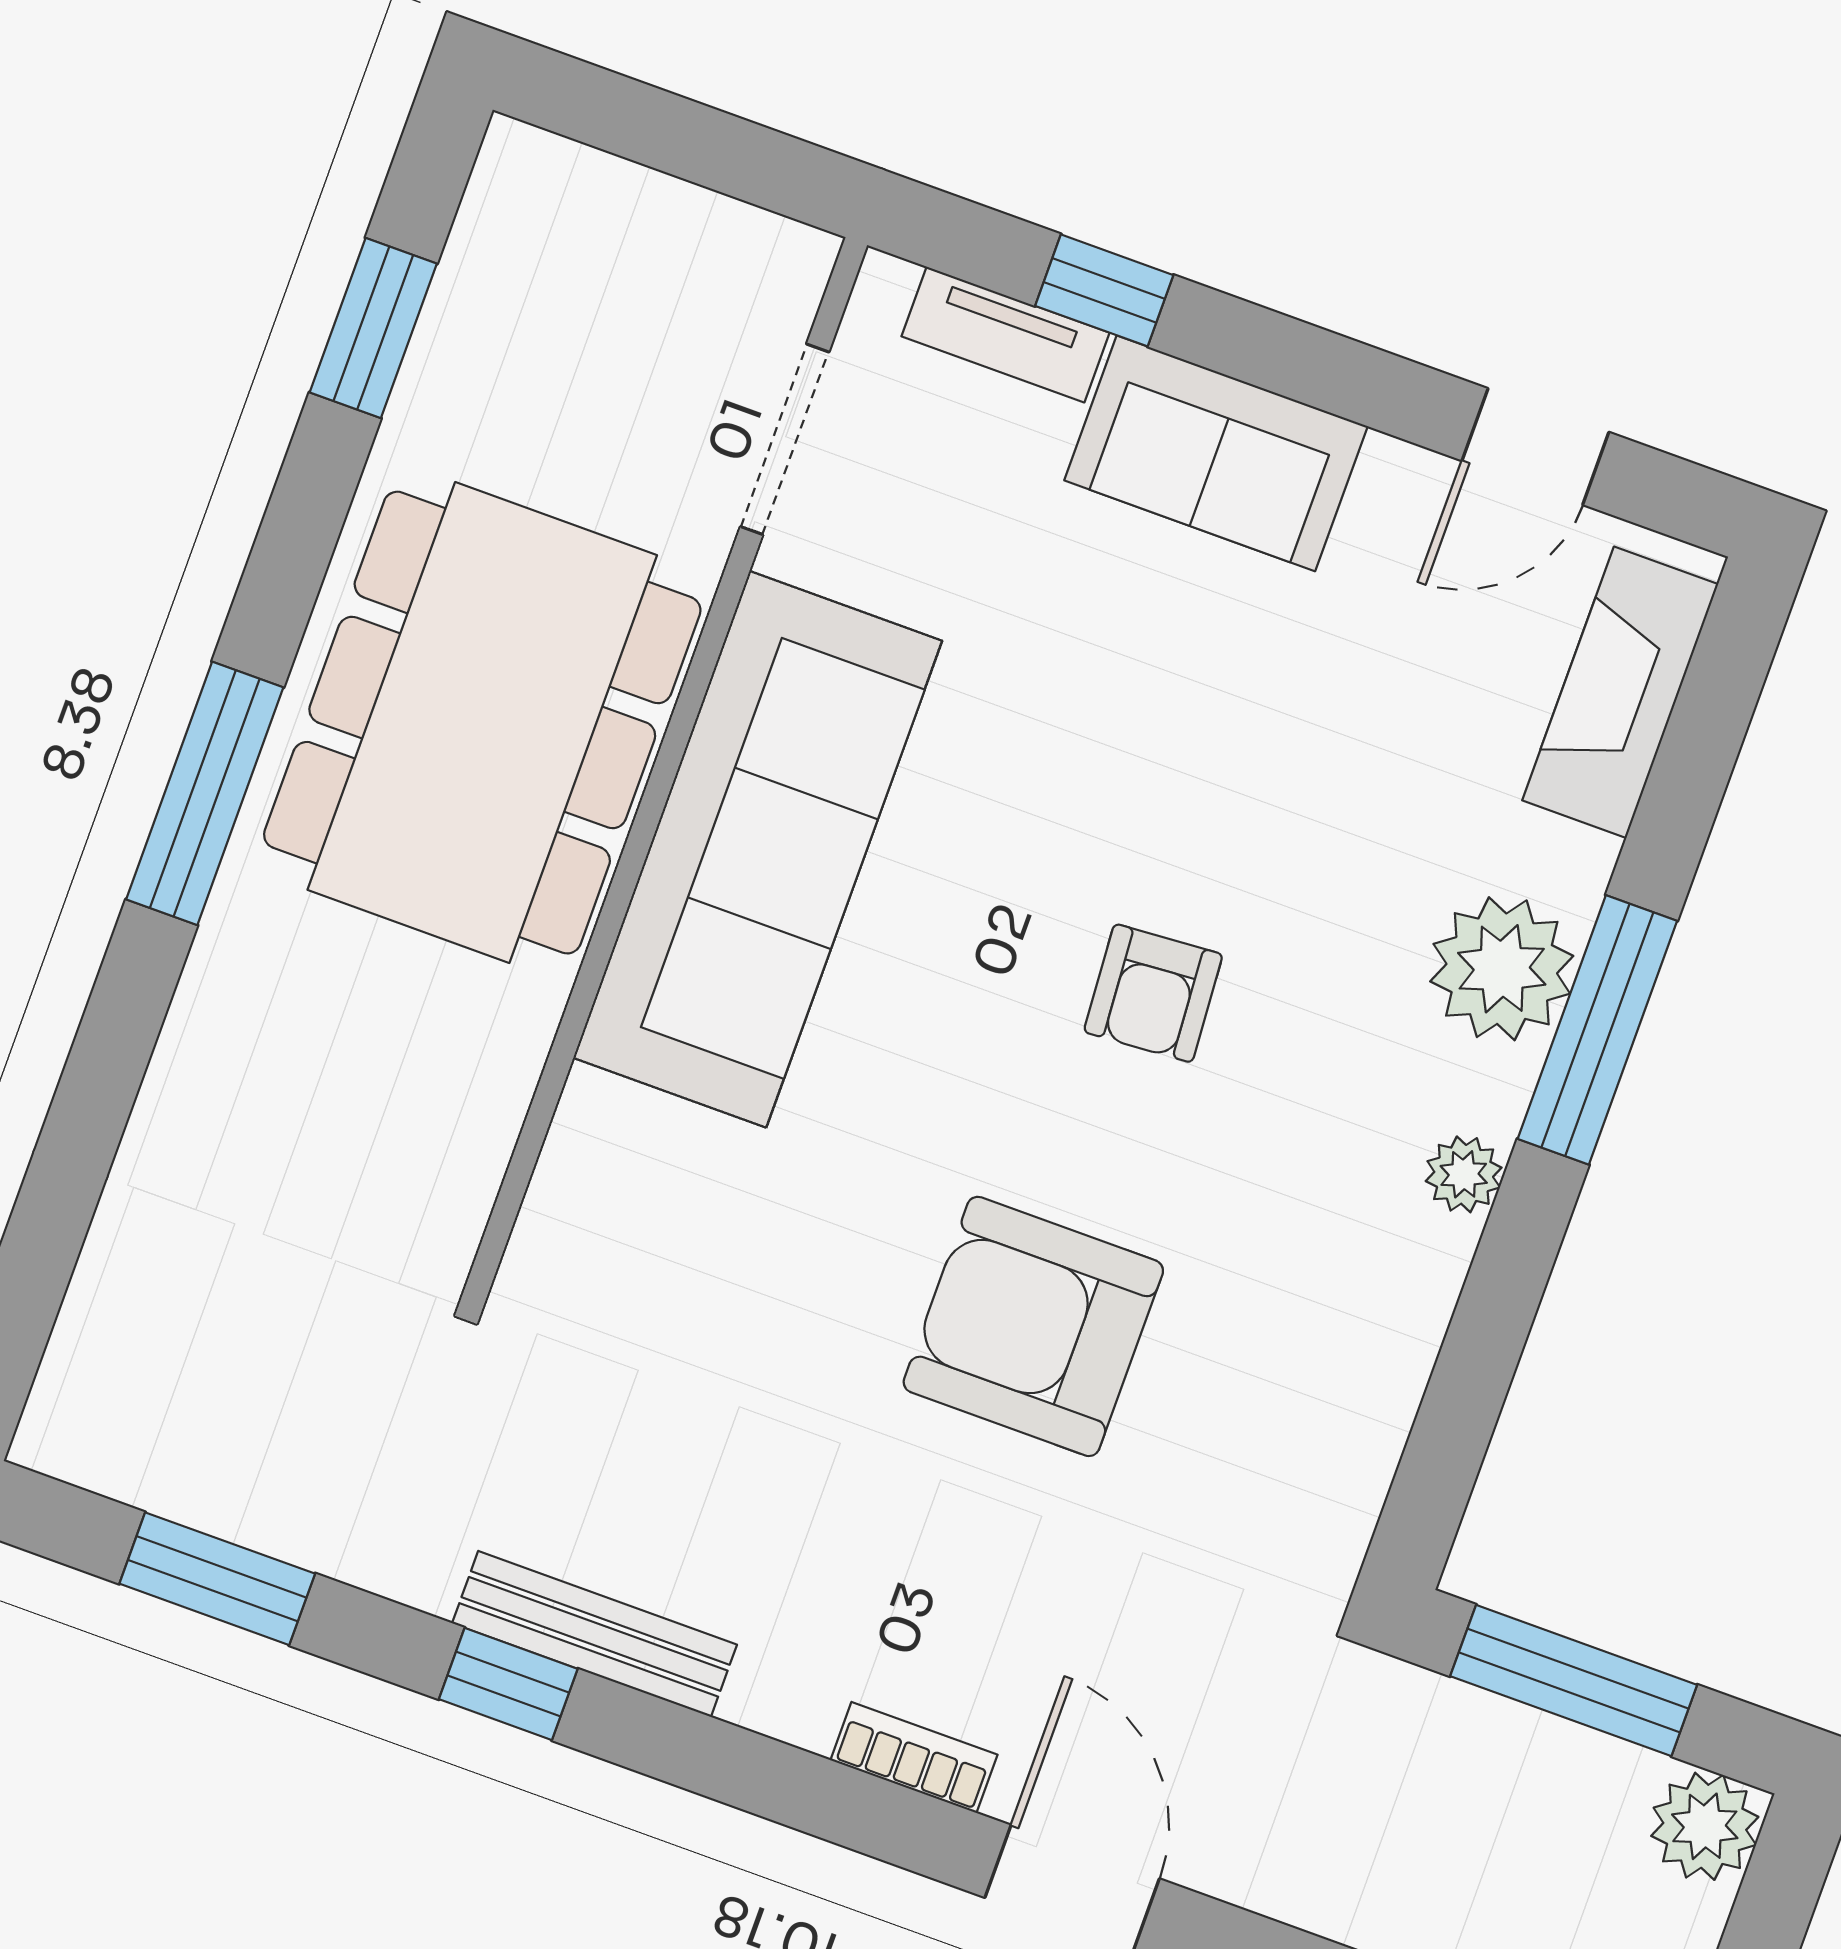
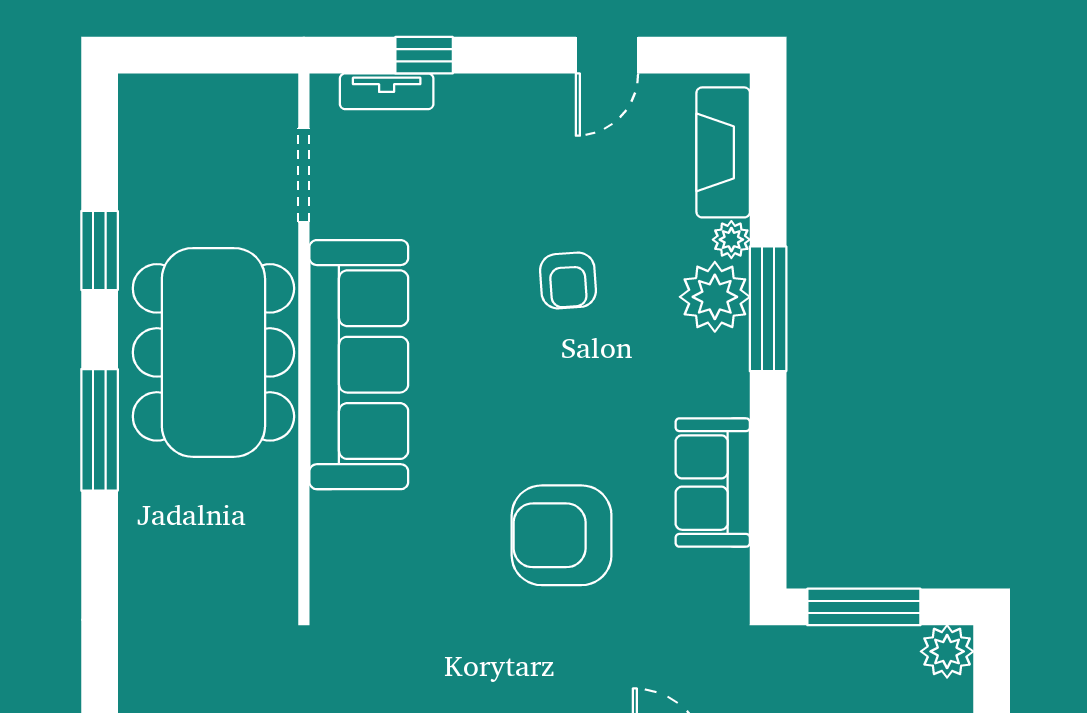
window: (373, 328) -> (100, 251), moved
door: (1535, 447) -> (607, 55), moved
sofa: (1216, 453) -> (713, 483), moved, turned 90
armchair: (1153, 993) -> (568, 281), moved
plant: (1464, 1174) -> (731, 240), moved

